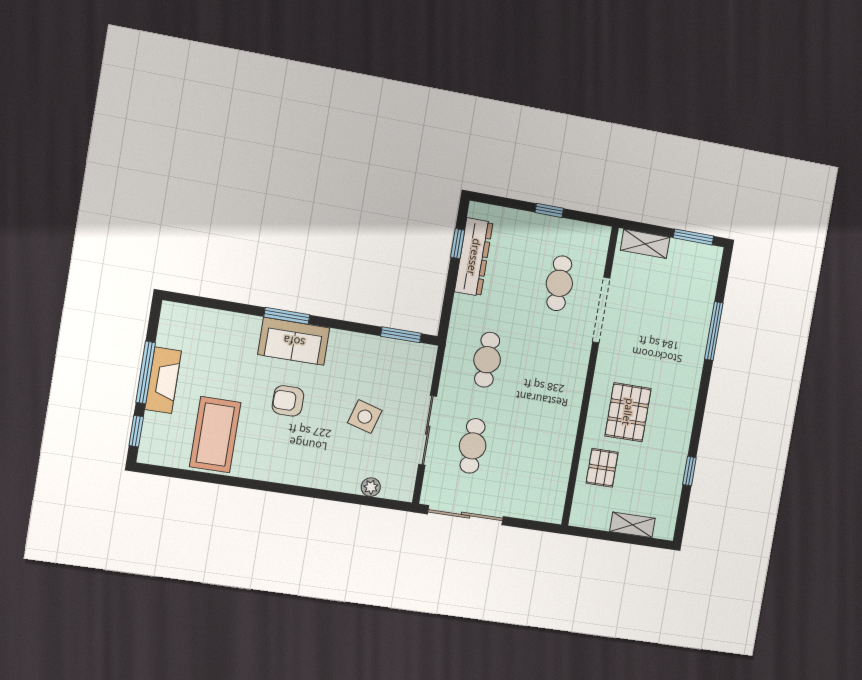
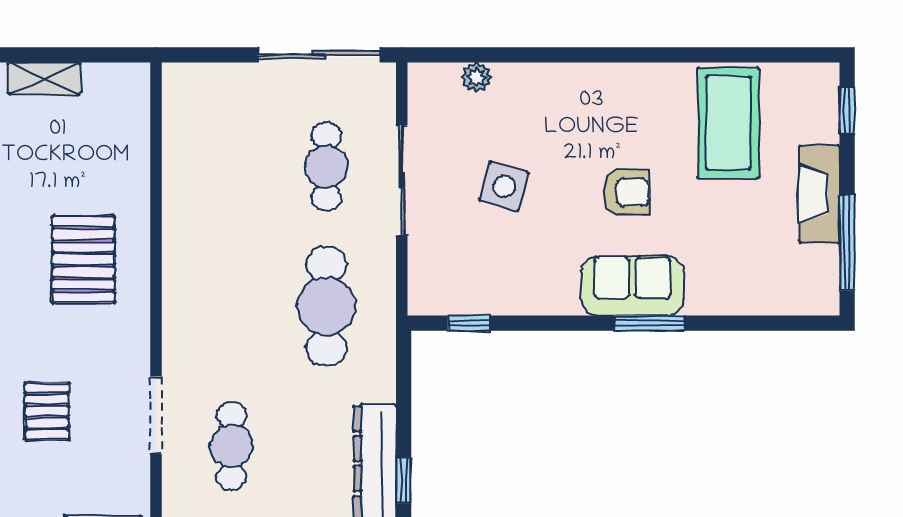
doorway: (601, 310) -> (156, 415), width x0.73
window: (401, 335) -> (469, 323), width x0.67
cafe table: (487, 360) -> (326, 306), width x1.37, depth x1.35
window: (146, 372) -> (847, 243), moved
pallet: (602, 468) -> (47, 411), moved

